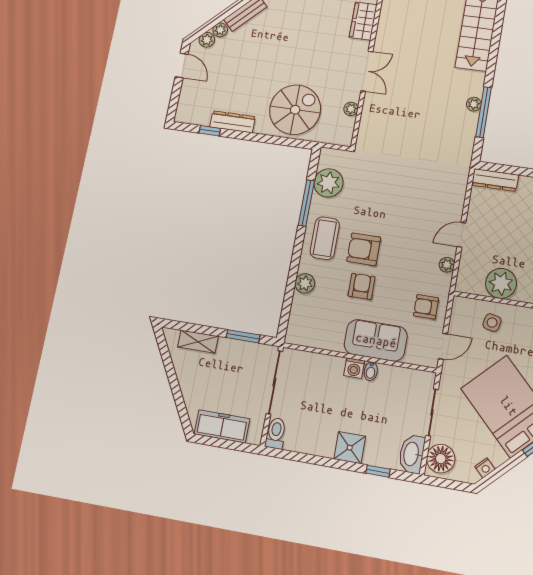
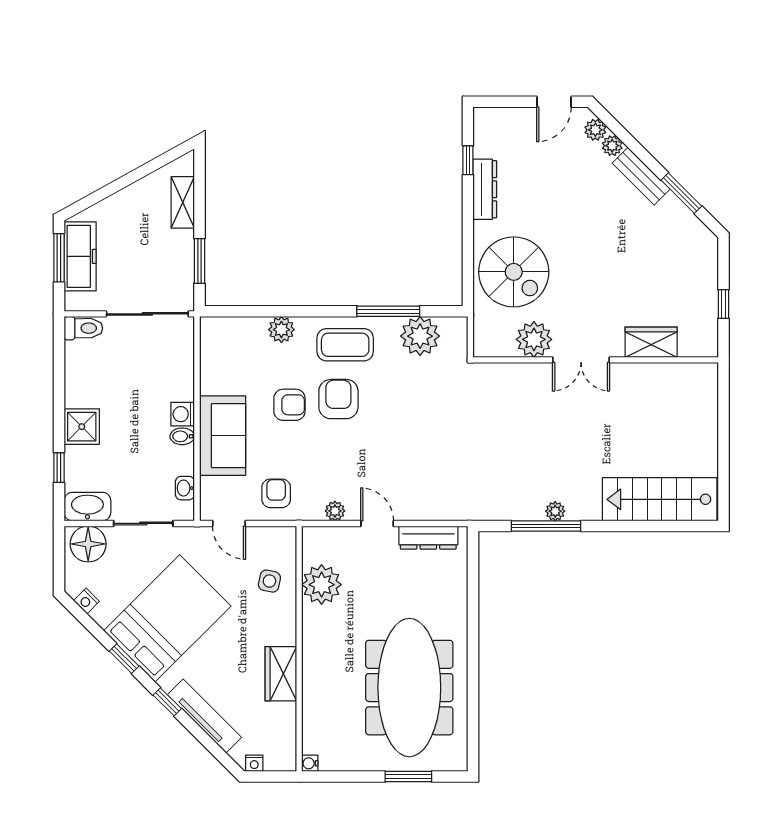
plant: (351, 109) -> (534, 339), width x1.88, depth x1.88
dresser: (495, 180) -> (428, 538), moved, turned -90
washbasin: (410, 376) -> (185, 488), added
window: (220, 443) -> (59, 258), added

